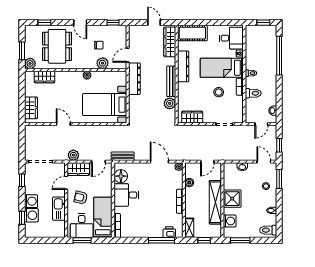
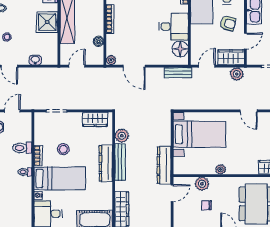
dresser: (183, 66) -> (106, 163), moved

